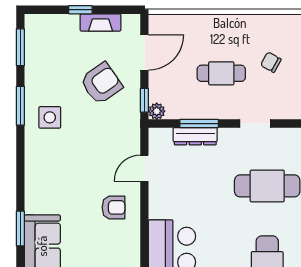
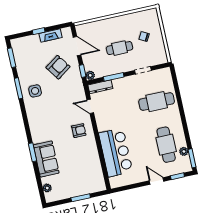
door: (144, 52) -> (77, 46), hinge flipped
dresser: (195, 136) -> (100, 87), moved
door: (144, 168) -> (90, 106), hinge flipped

